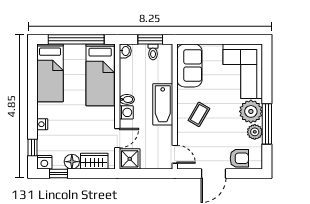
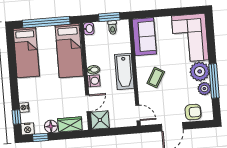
nightstand: (42, 124) -> (24, 107), moved

